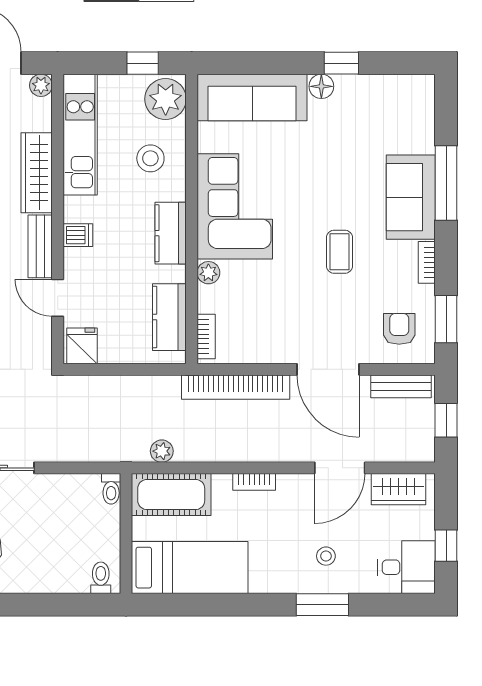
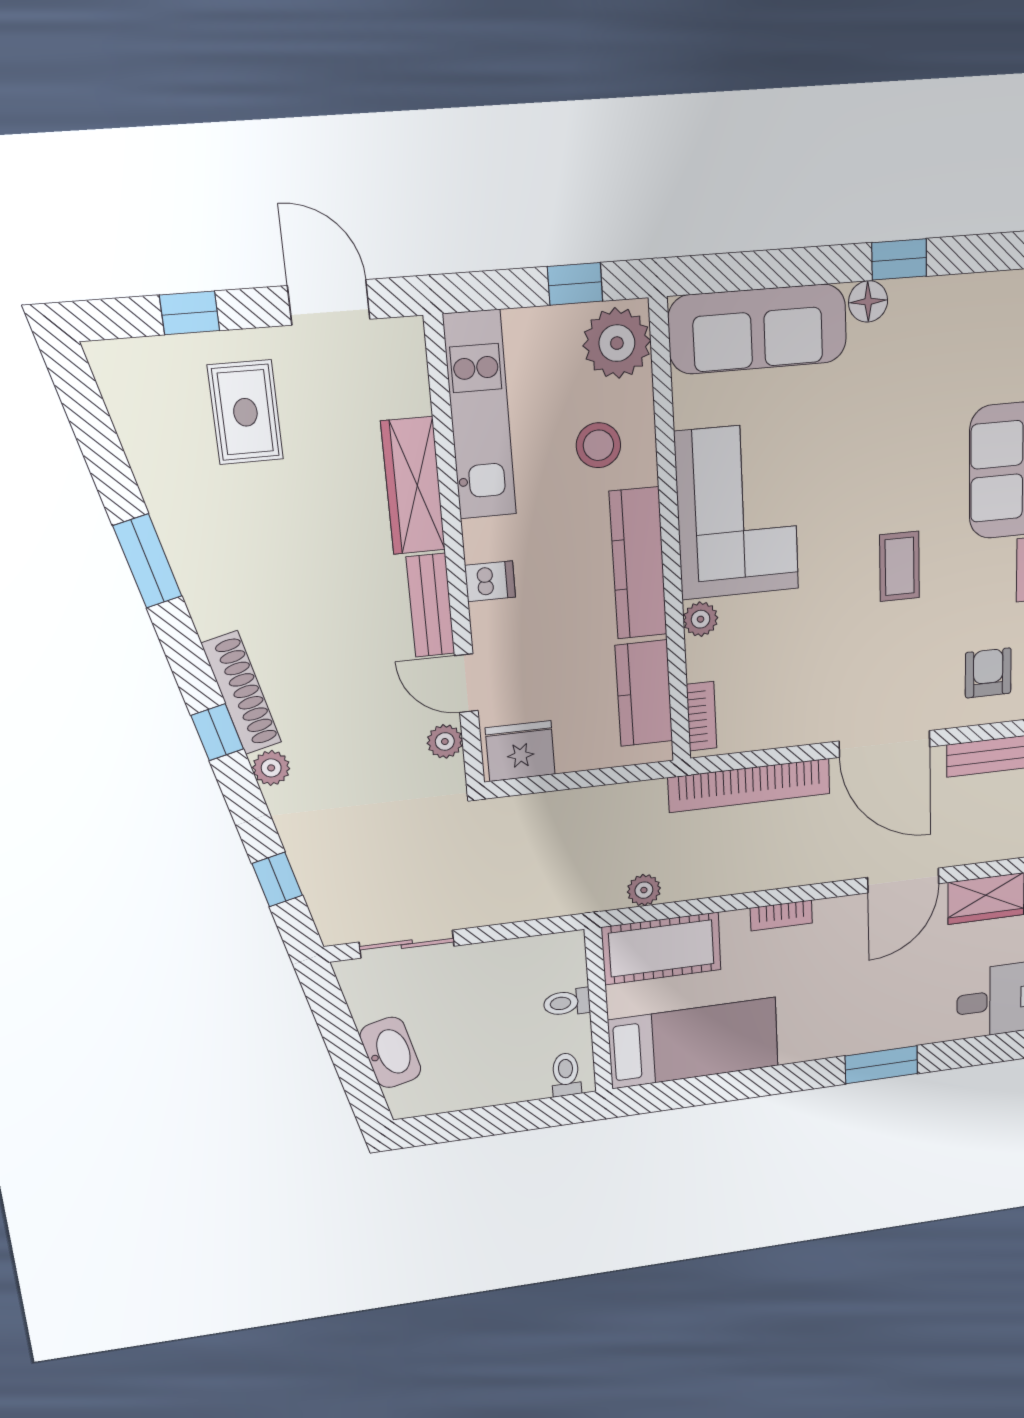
plant: (41, 85) -> (445, 741), moved
kitchen counter: (171, 233) -> (638, 563), width x1.50
fridge: (82, 346) -> (520, 751), width x1.38
toilet: (111, 489) -> (567, 1003), moved, turned 90
stool: (326, 556) -> (885, 1001), removed

